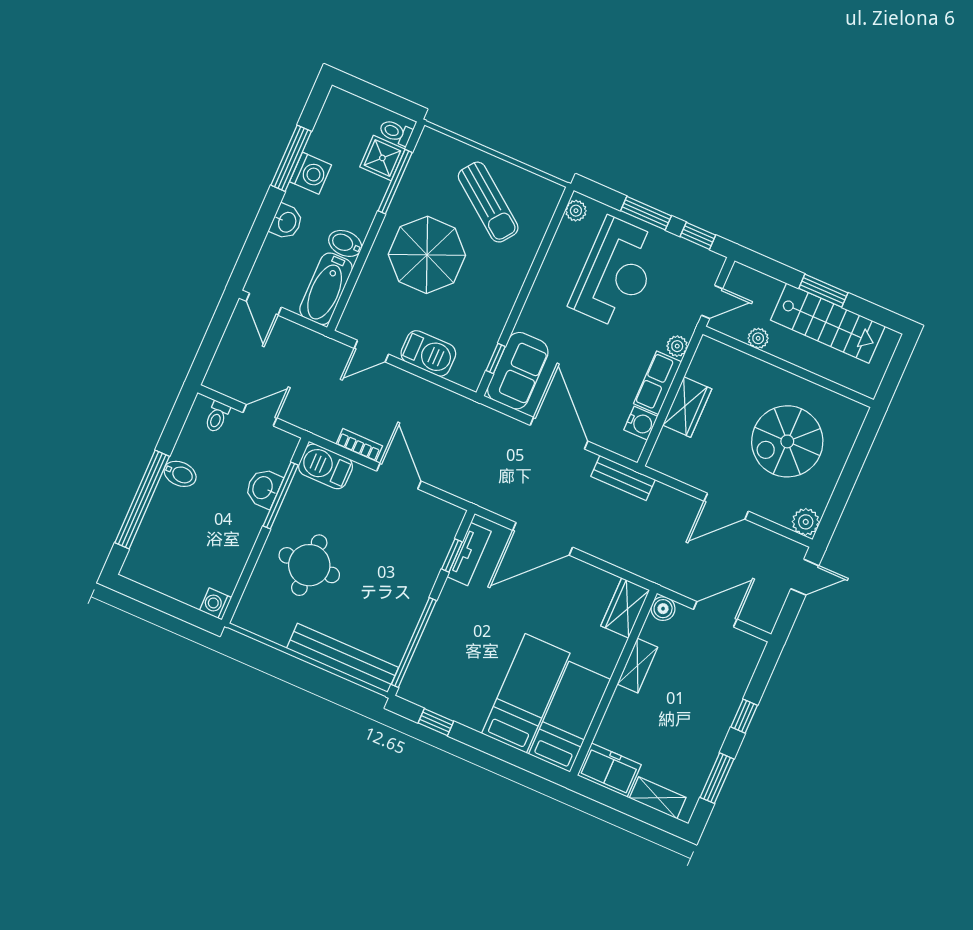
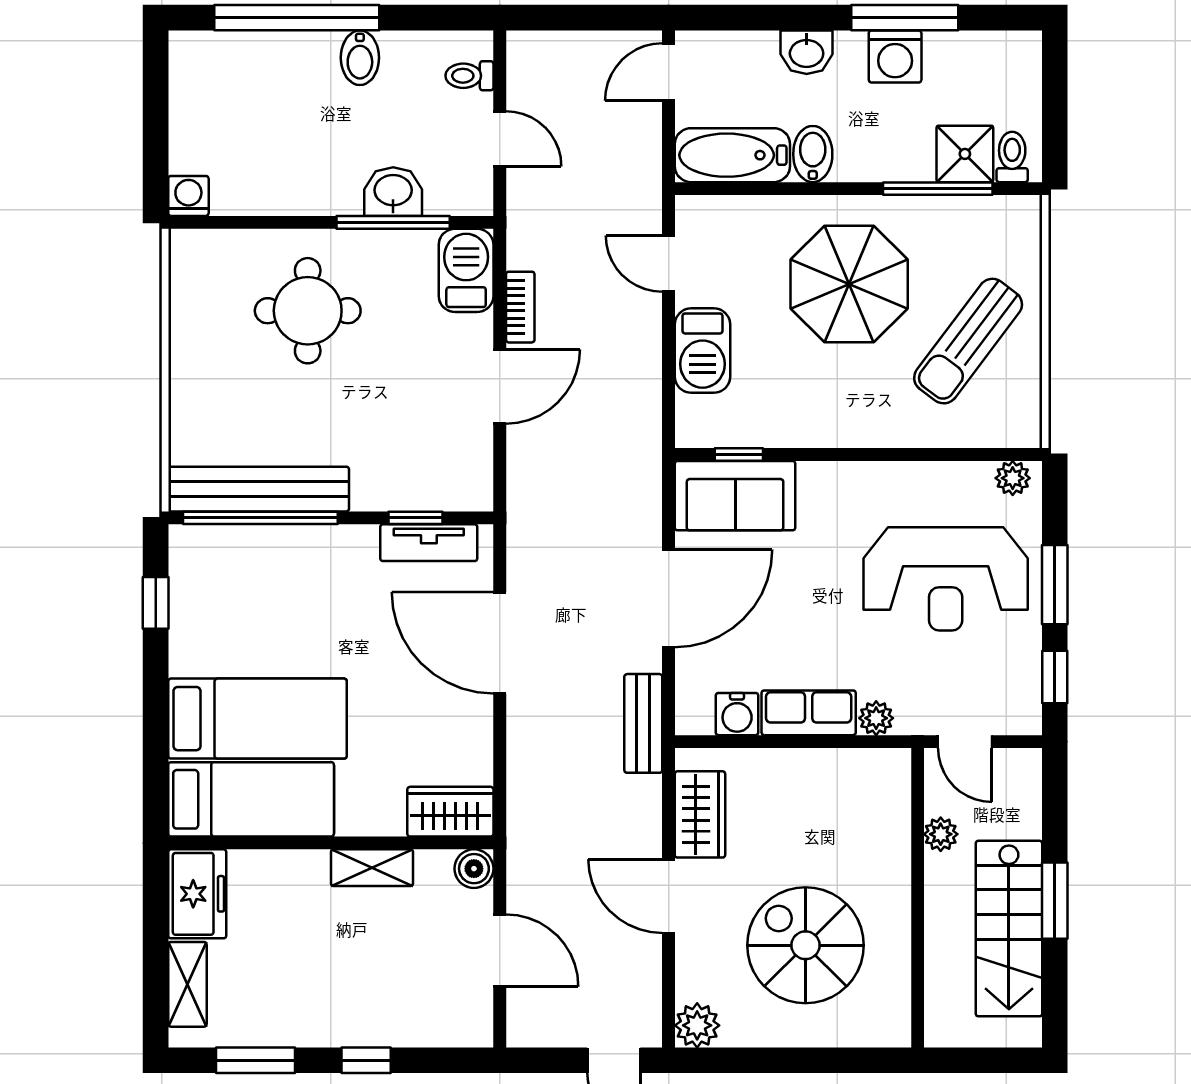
wardrobe: (687, 407) -> (700, 814), moved, turned -90
bench: (343, 658) -> (259, 489), moved, turned 90

